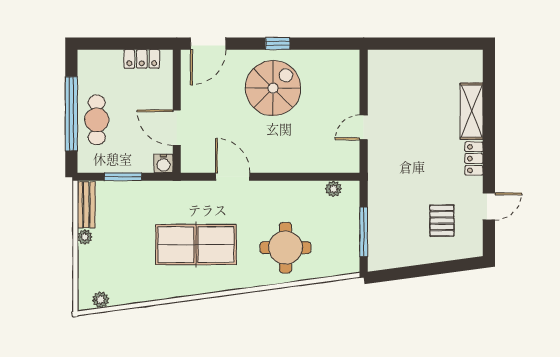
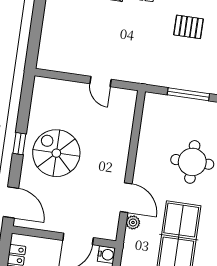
door: (233, 177) -> (126, 198), swing flipped
plant: (334, 189) -> (133, 222), moved

